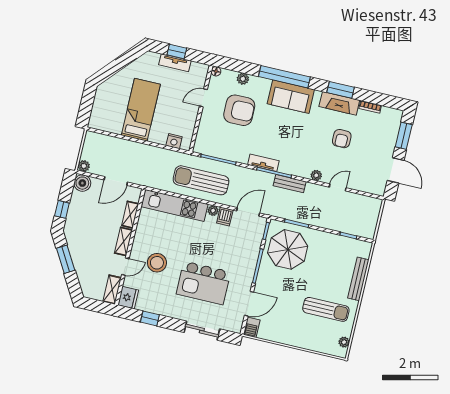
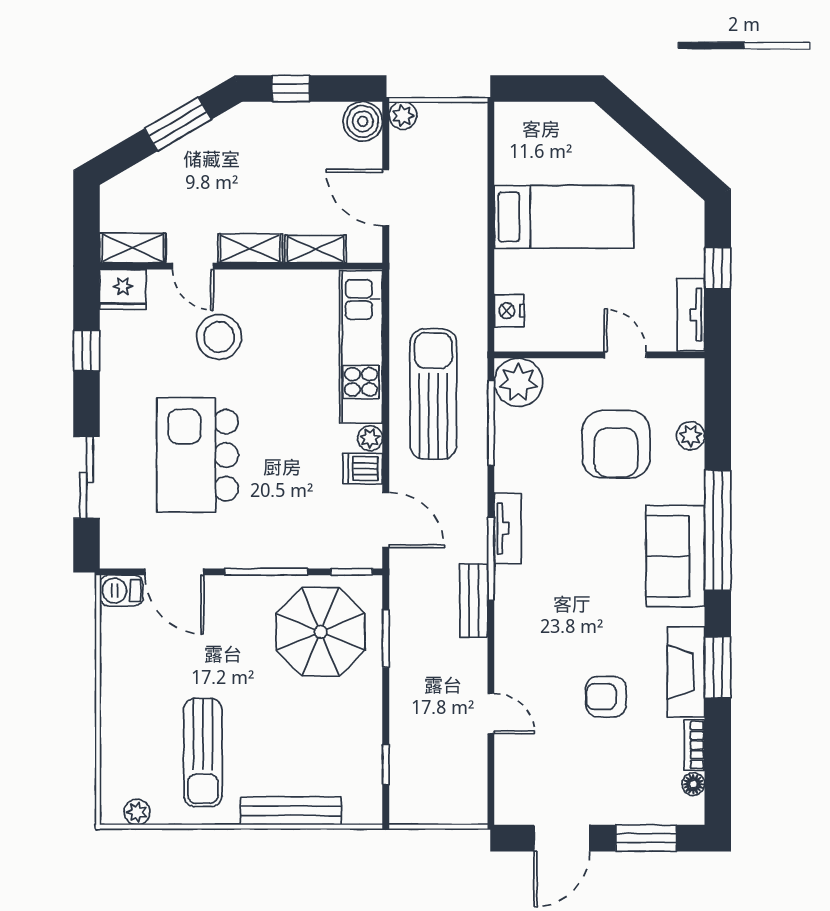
tv unit: (175, 63) -> (691, 315), moved
floor lamp: (216, 71) -> (693, 784), moved
plant: (316, 175) -> (518, 382), moved, width x1.88, depth x1.88

